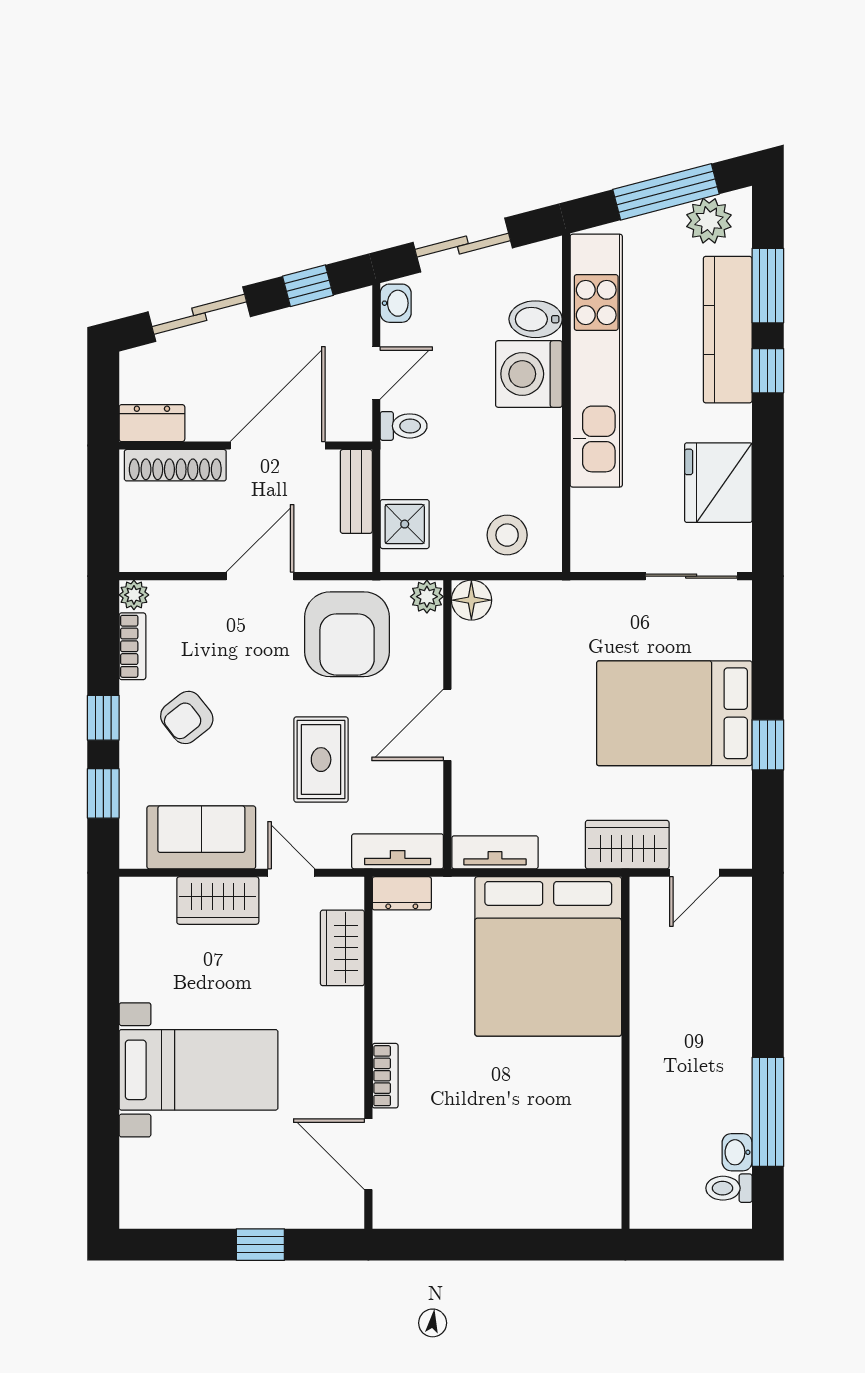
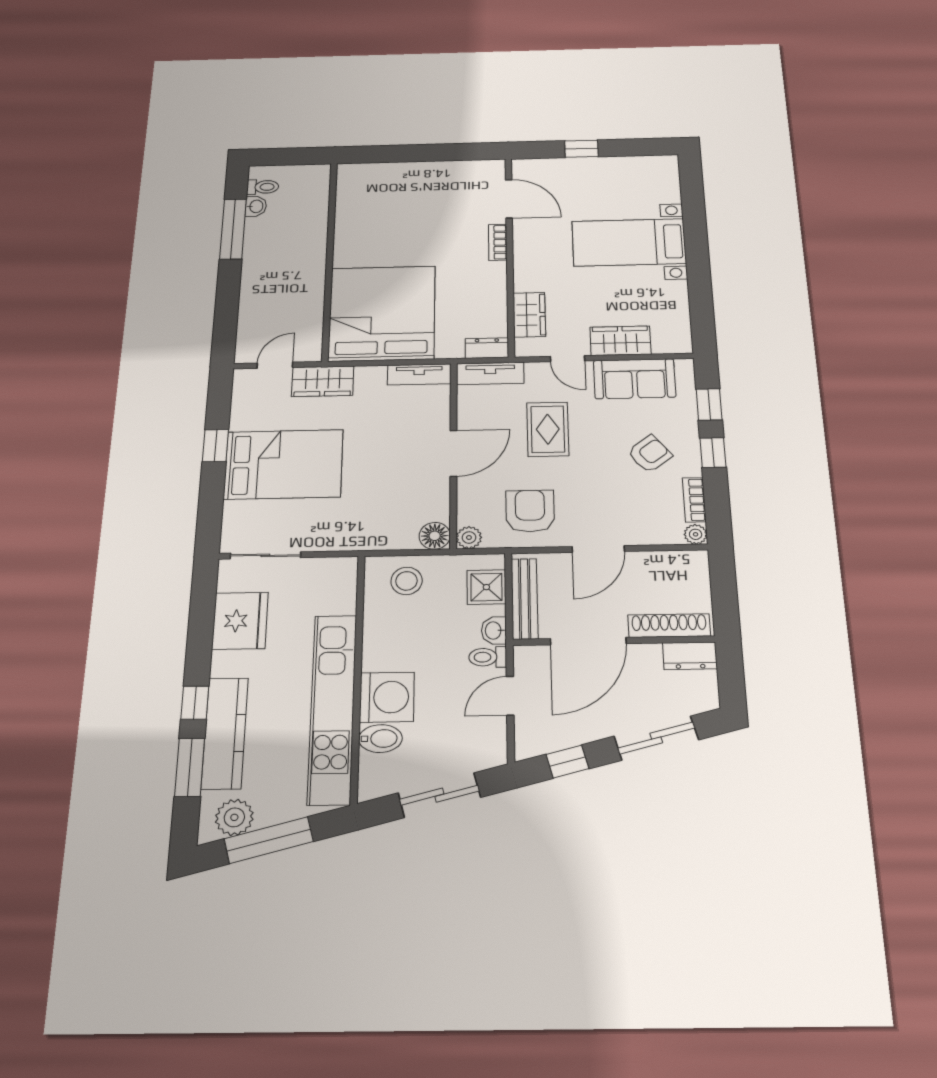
washbasin: (396, 303) -> (494, 630), moved
bench: (356, 491) -> (525, 599), width x1.36
armchair: (347, 634) -> (530, 511), width x0.73, depth x0.73

